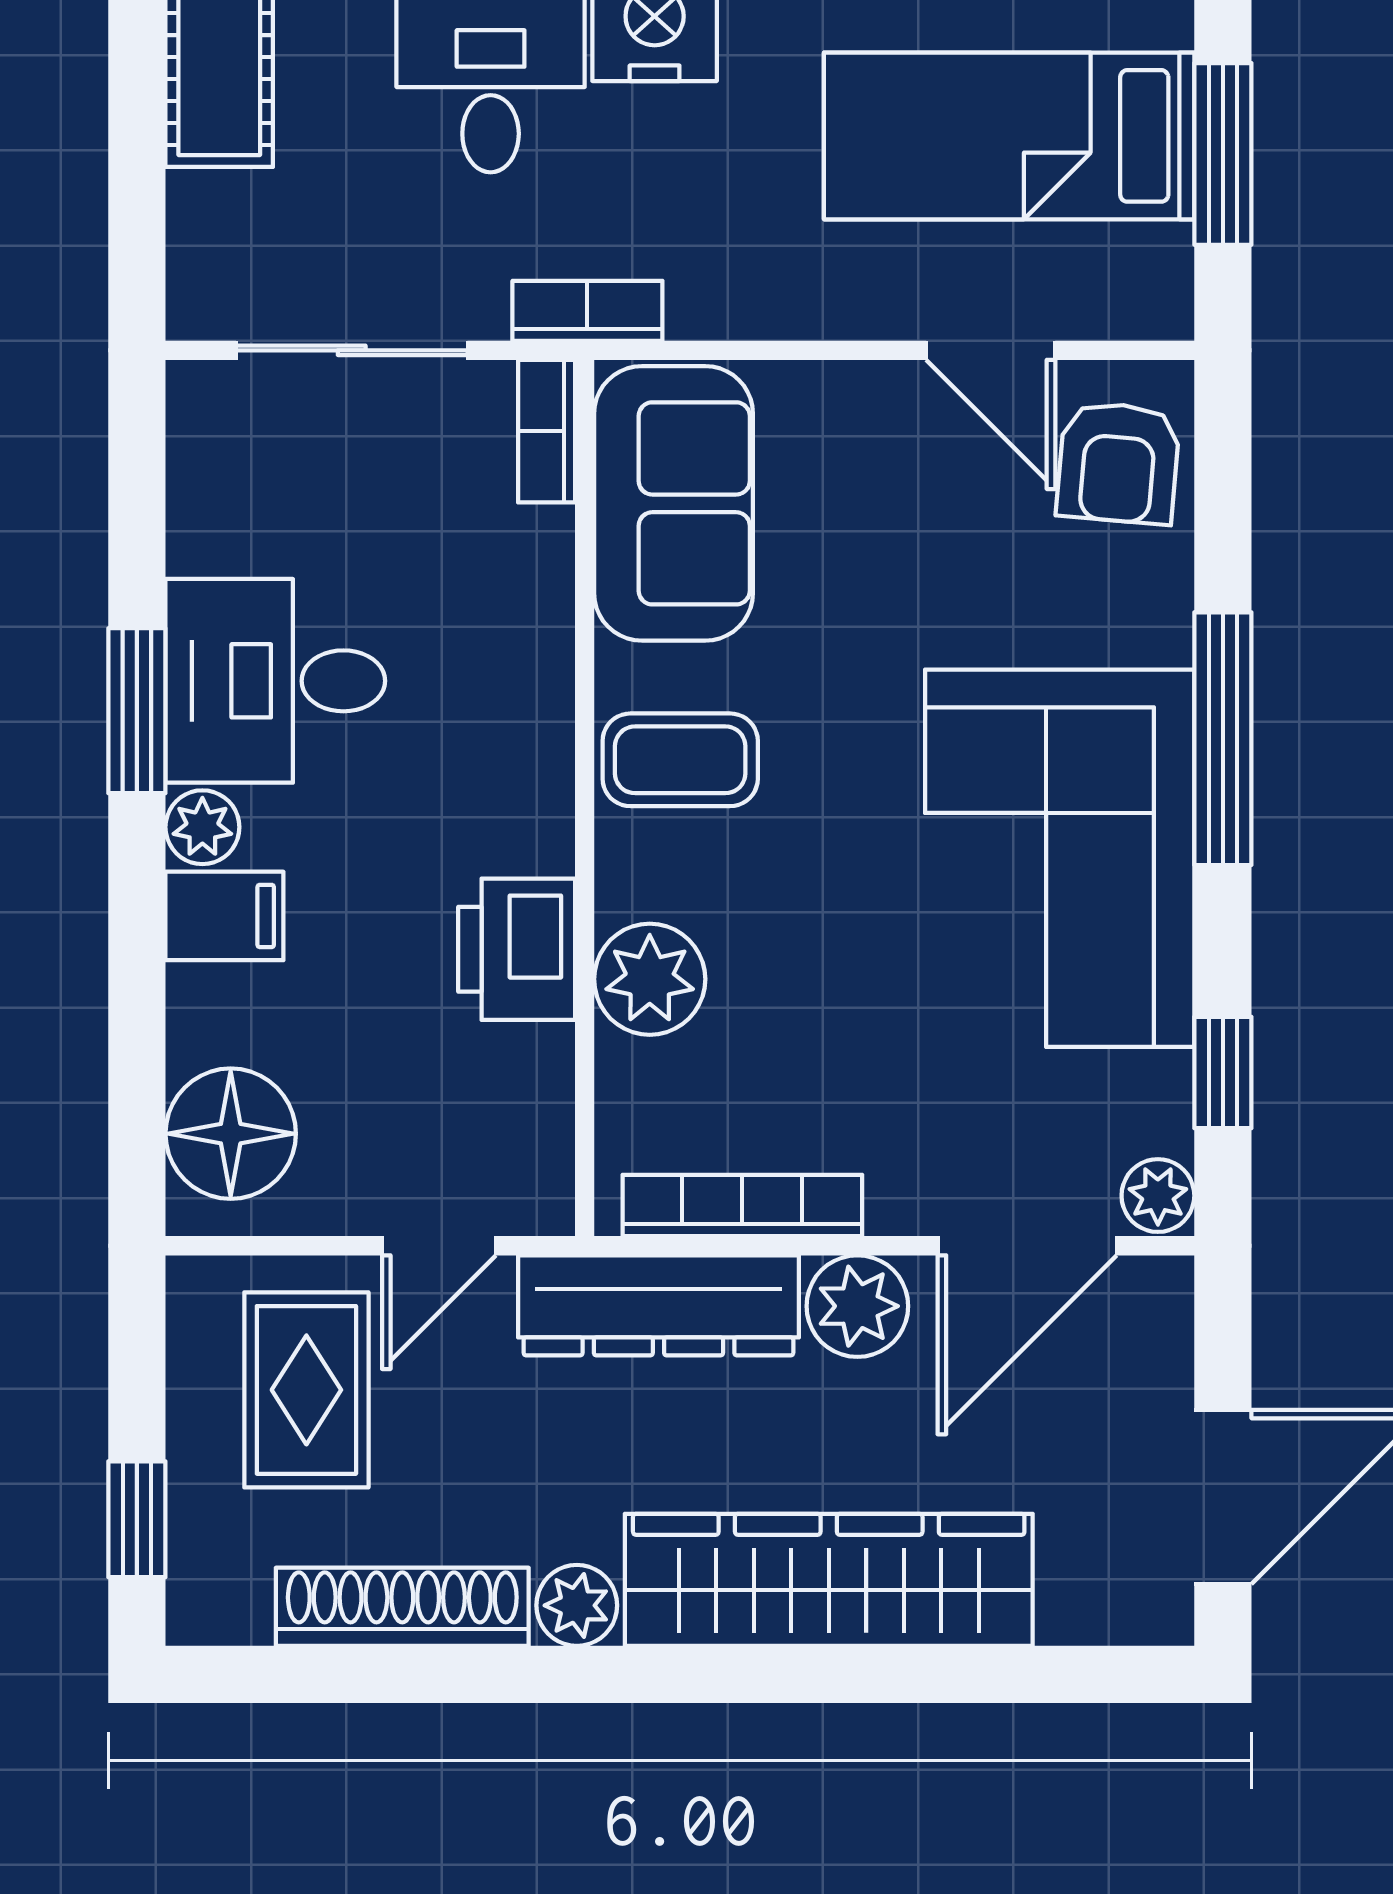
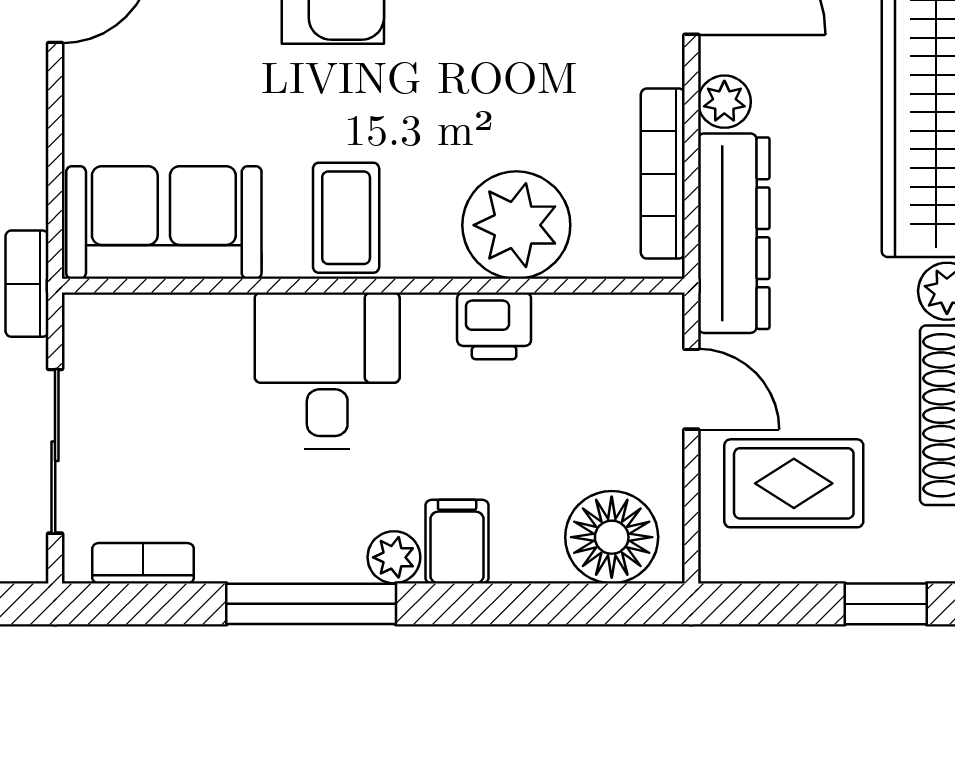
bookcase: (547, 431) -> (143, 563), moved, turned 180
desk: (275, 681) -> (327, 370), moved, turned 180
window: (137, 711) -> (311, 604), width x1.44
printer: (517, 949) -> (494, 326), width x0.73, depth x0.81
plant: (650, 979) -> (516, 225), width x1.36, depth x1.36
plant: (857, 1306) -> (724, 102), width x0.73, depth x0.73

